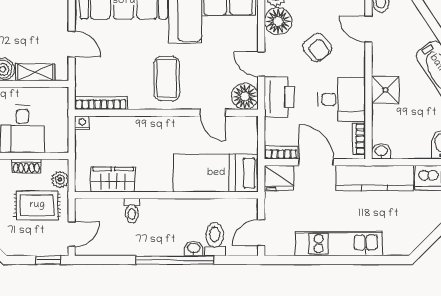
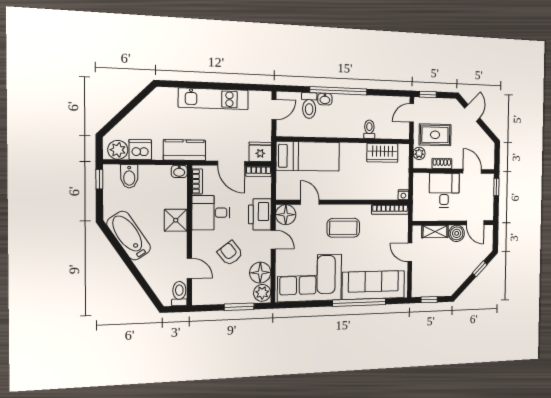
coffee table: (167, 79) -> (343, 228), turned 90
kitchen counter: (375, 178) -> (185, 150), width x0.67

